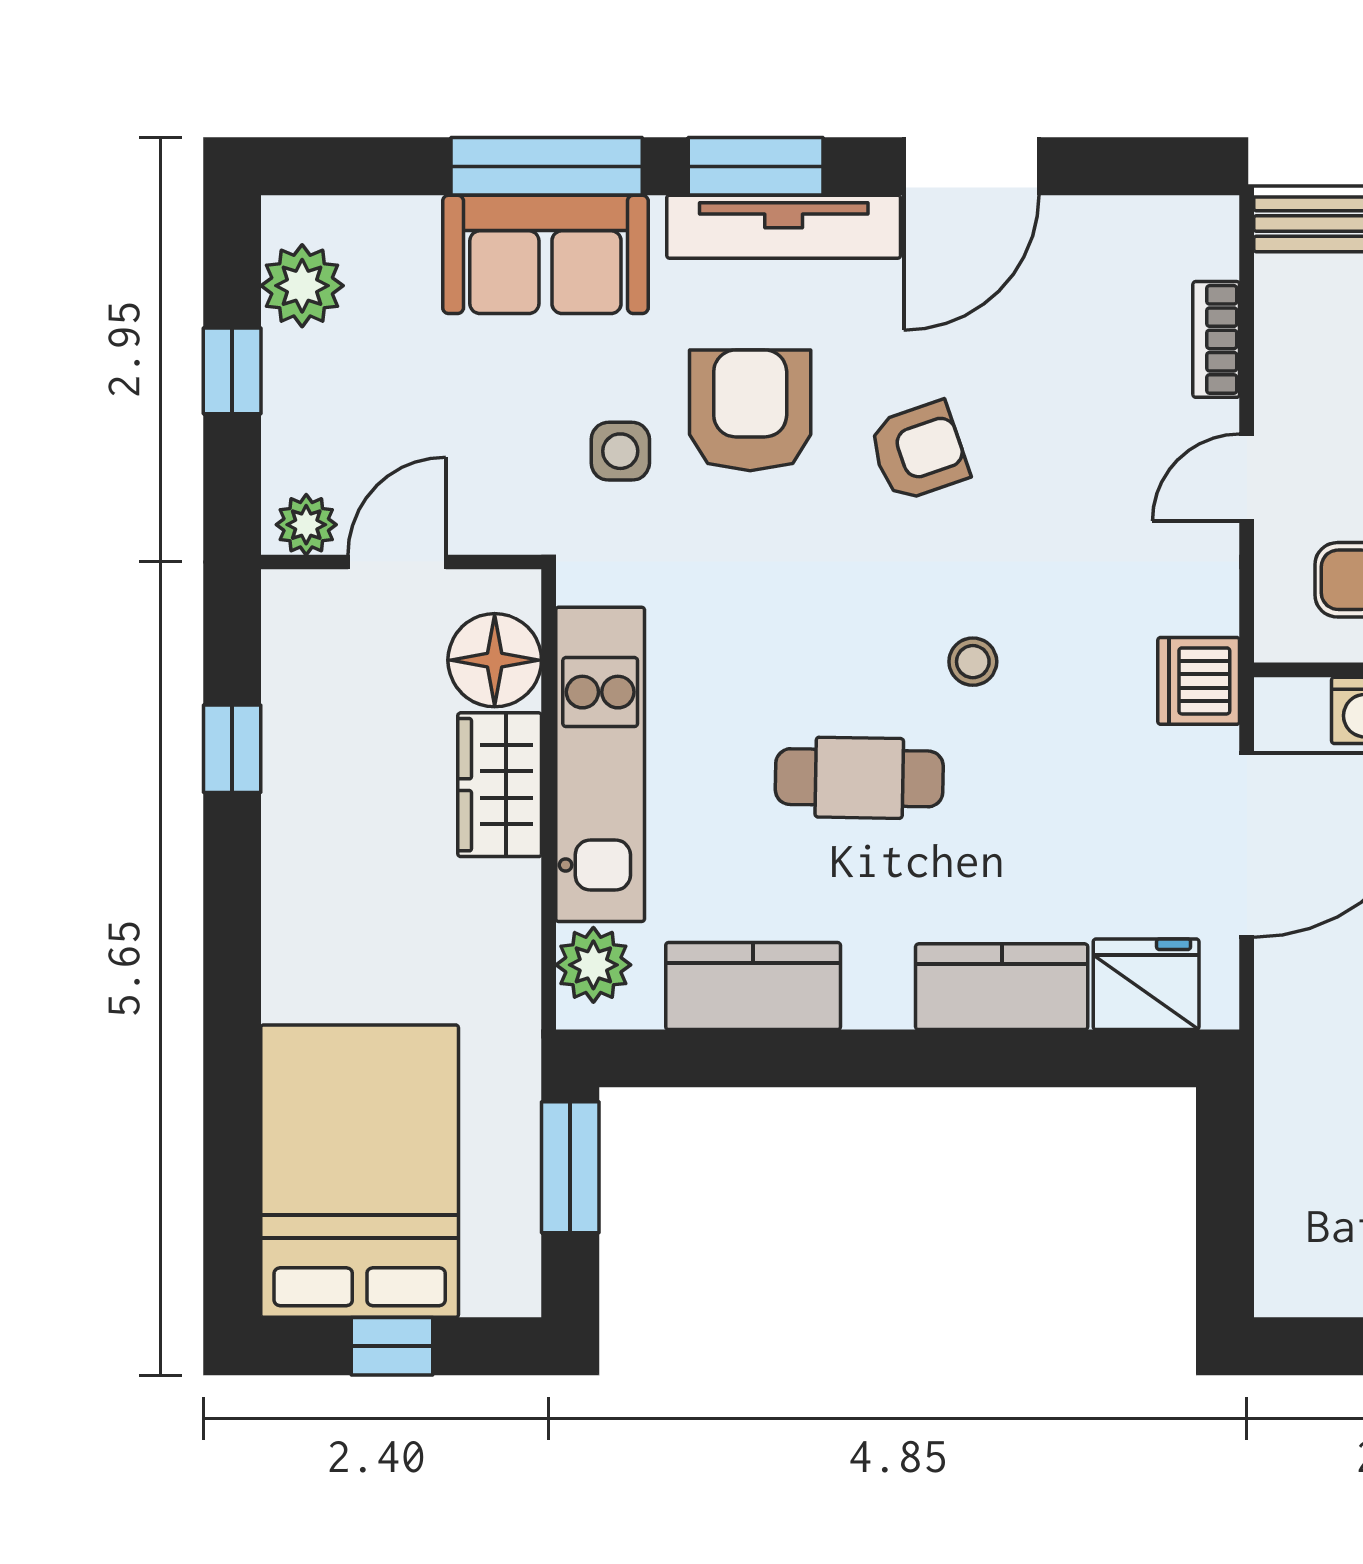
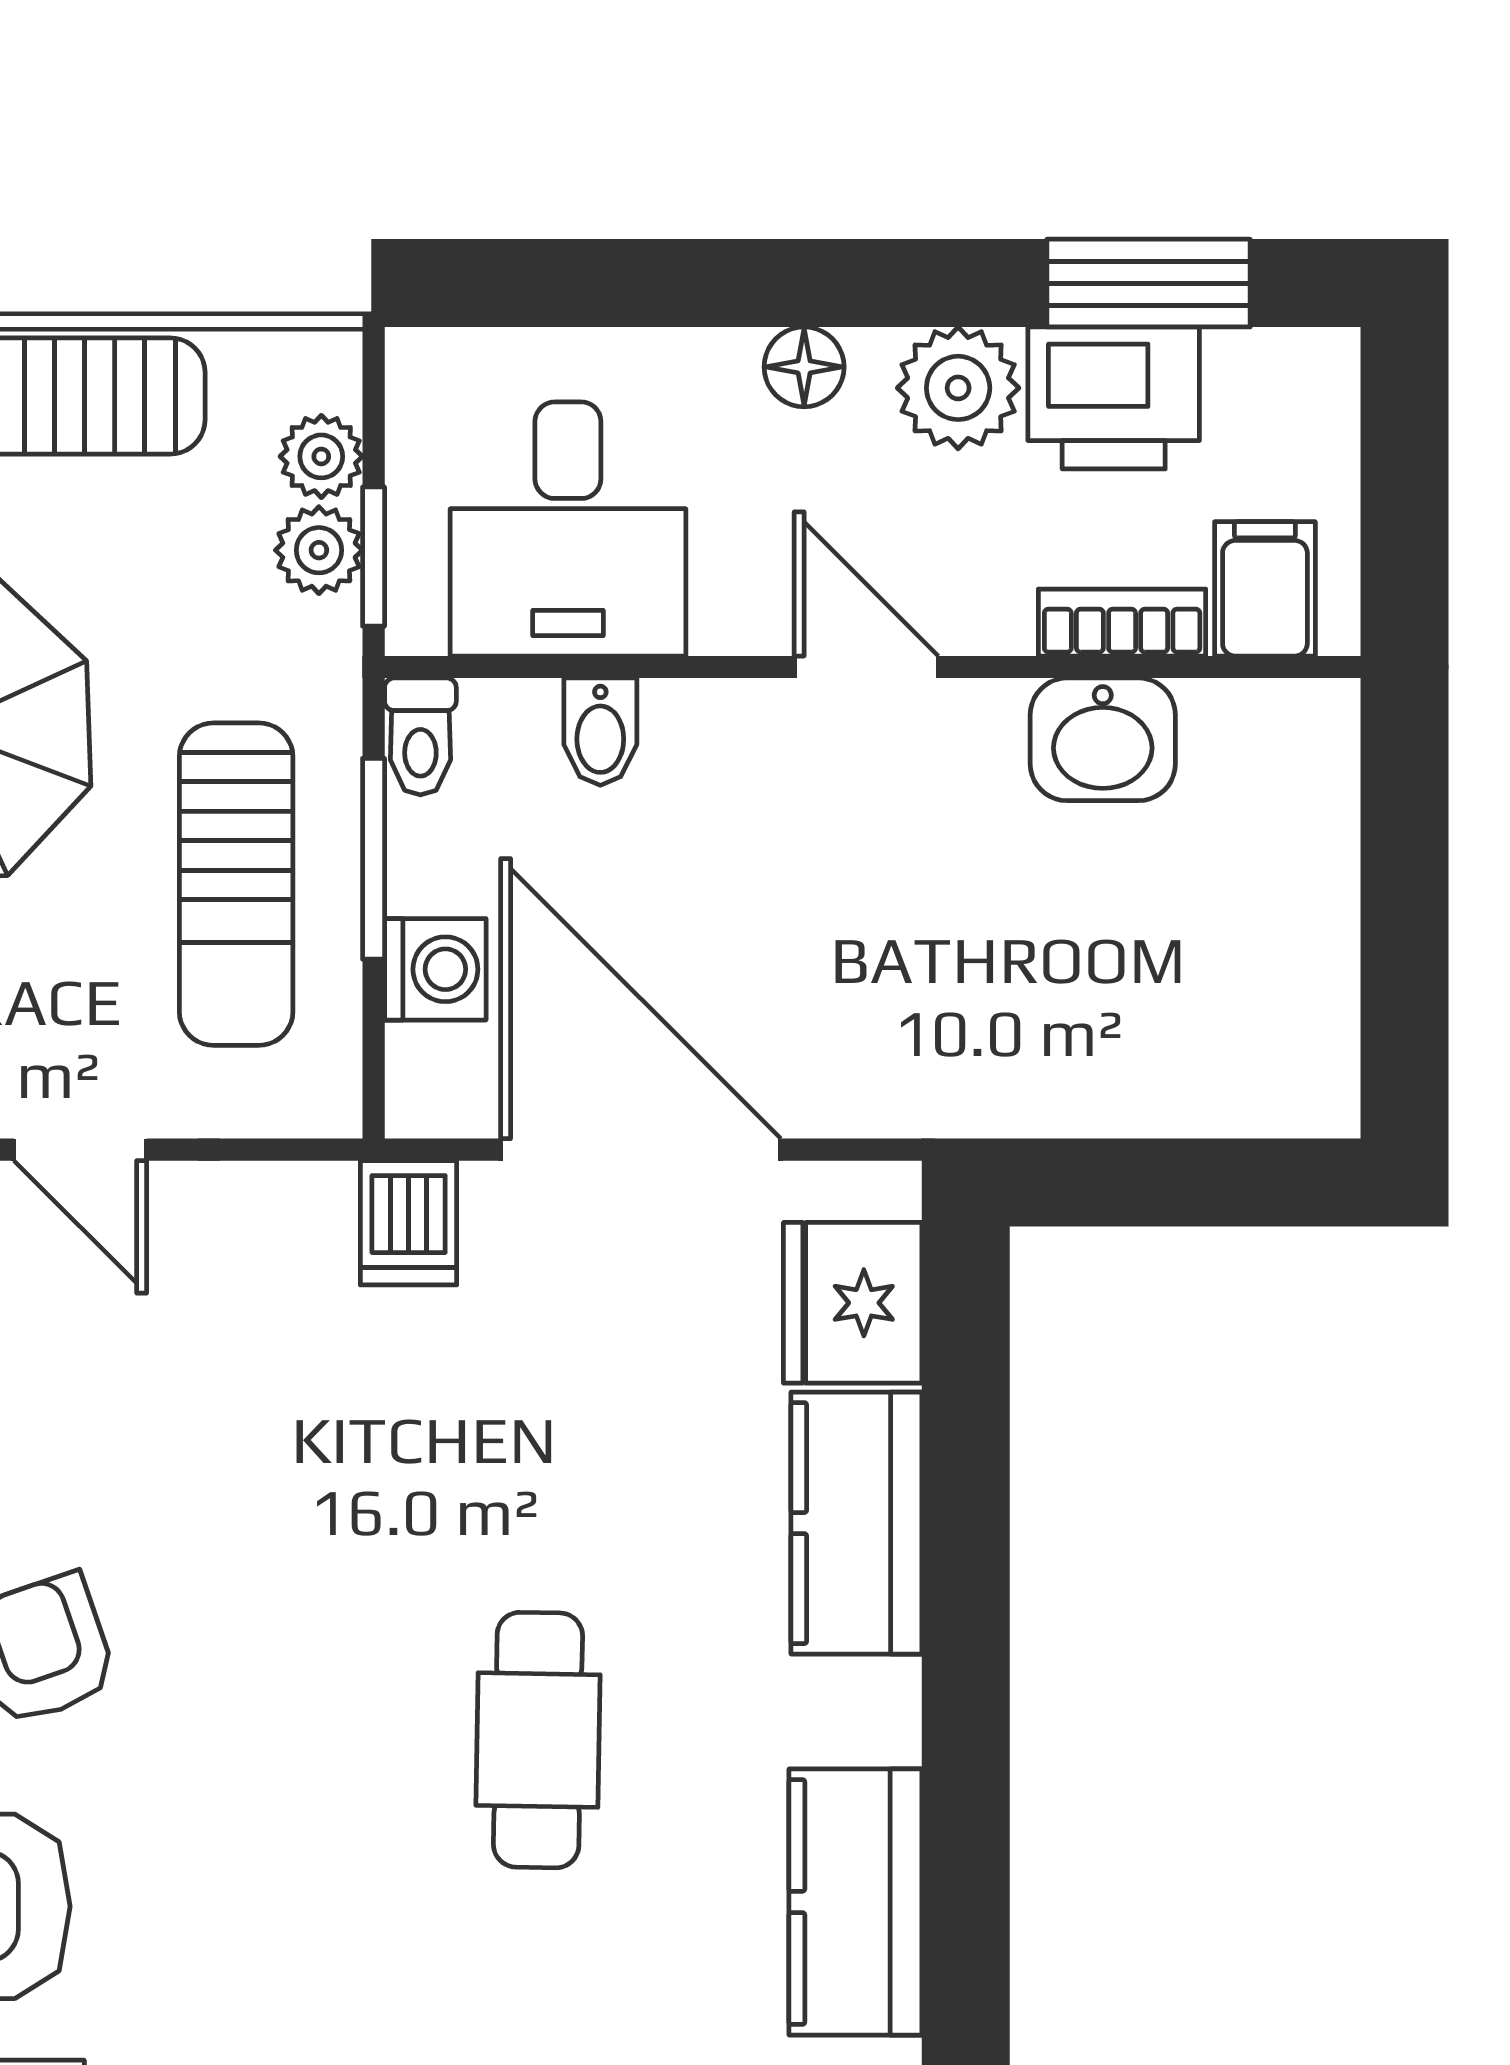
stool: (973, 662) -> (361, 1567), removed
dishwasher: (1199, 681) -> (409, 1223), width x0.73

